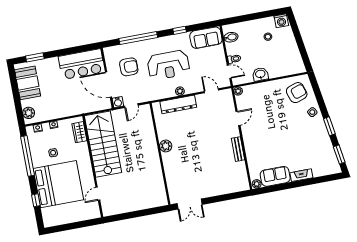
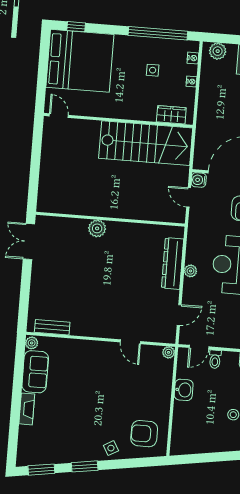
armchair: (297, 93) -> (144, 434), turned 109
plant: (166, 146) -> (97, 228), moved
bench: (238, 149) -> (52, 327), moved
bed: (58, 184) -> (80, 61), moved, turned -90
door: (98, 194) -> (59, 116), moved
window: (36, 200) -> (76, 27), moved

